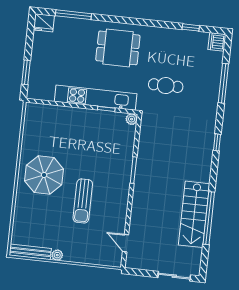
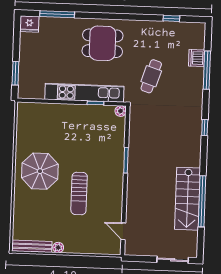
dishwasher: (217, 42) -> (197, 58), moved
cafe table: (166, 86) -> (151, 76), turned -72

